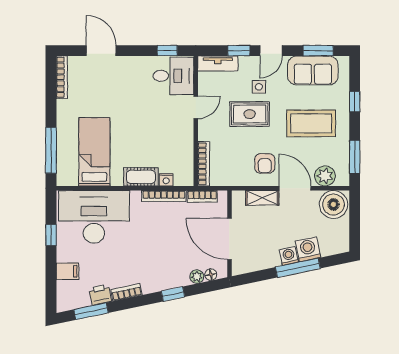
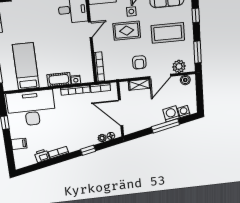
door: (295, 188) -> (160, 76), swing flipped
boiler: (333, 204) -> (185, 80), width x0.54, depth x0.54
washing machine: (289, 256) -> (184, 111), moved
window: (91, 311) -> (37, 166), removed

